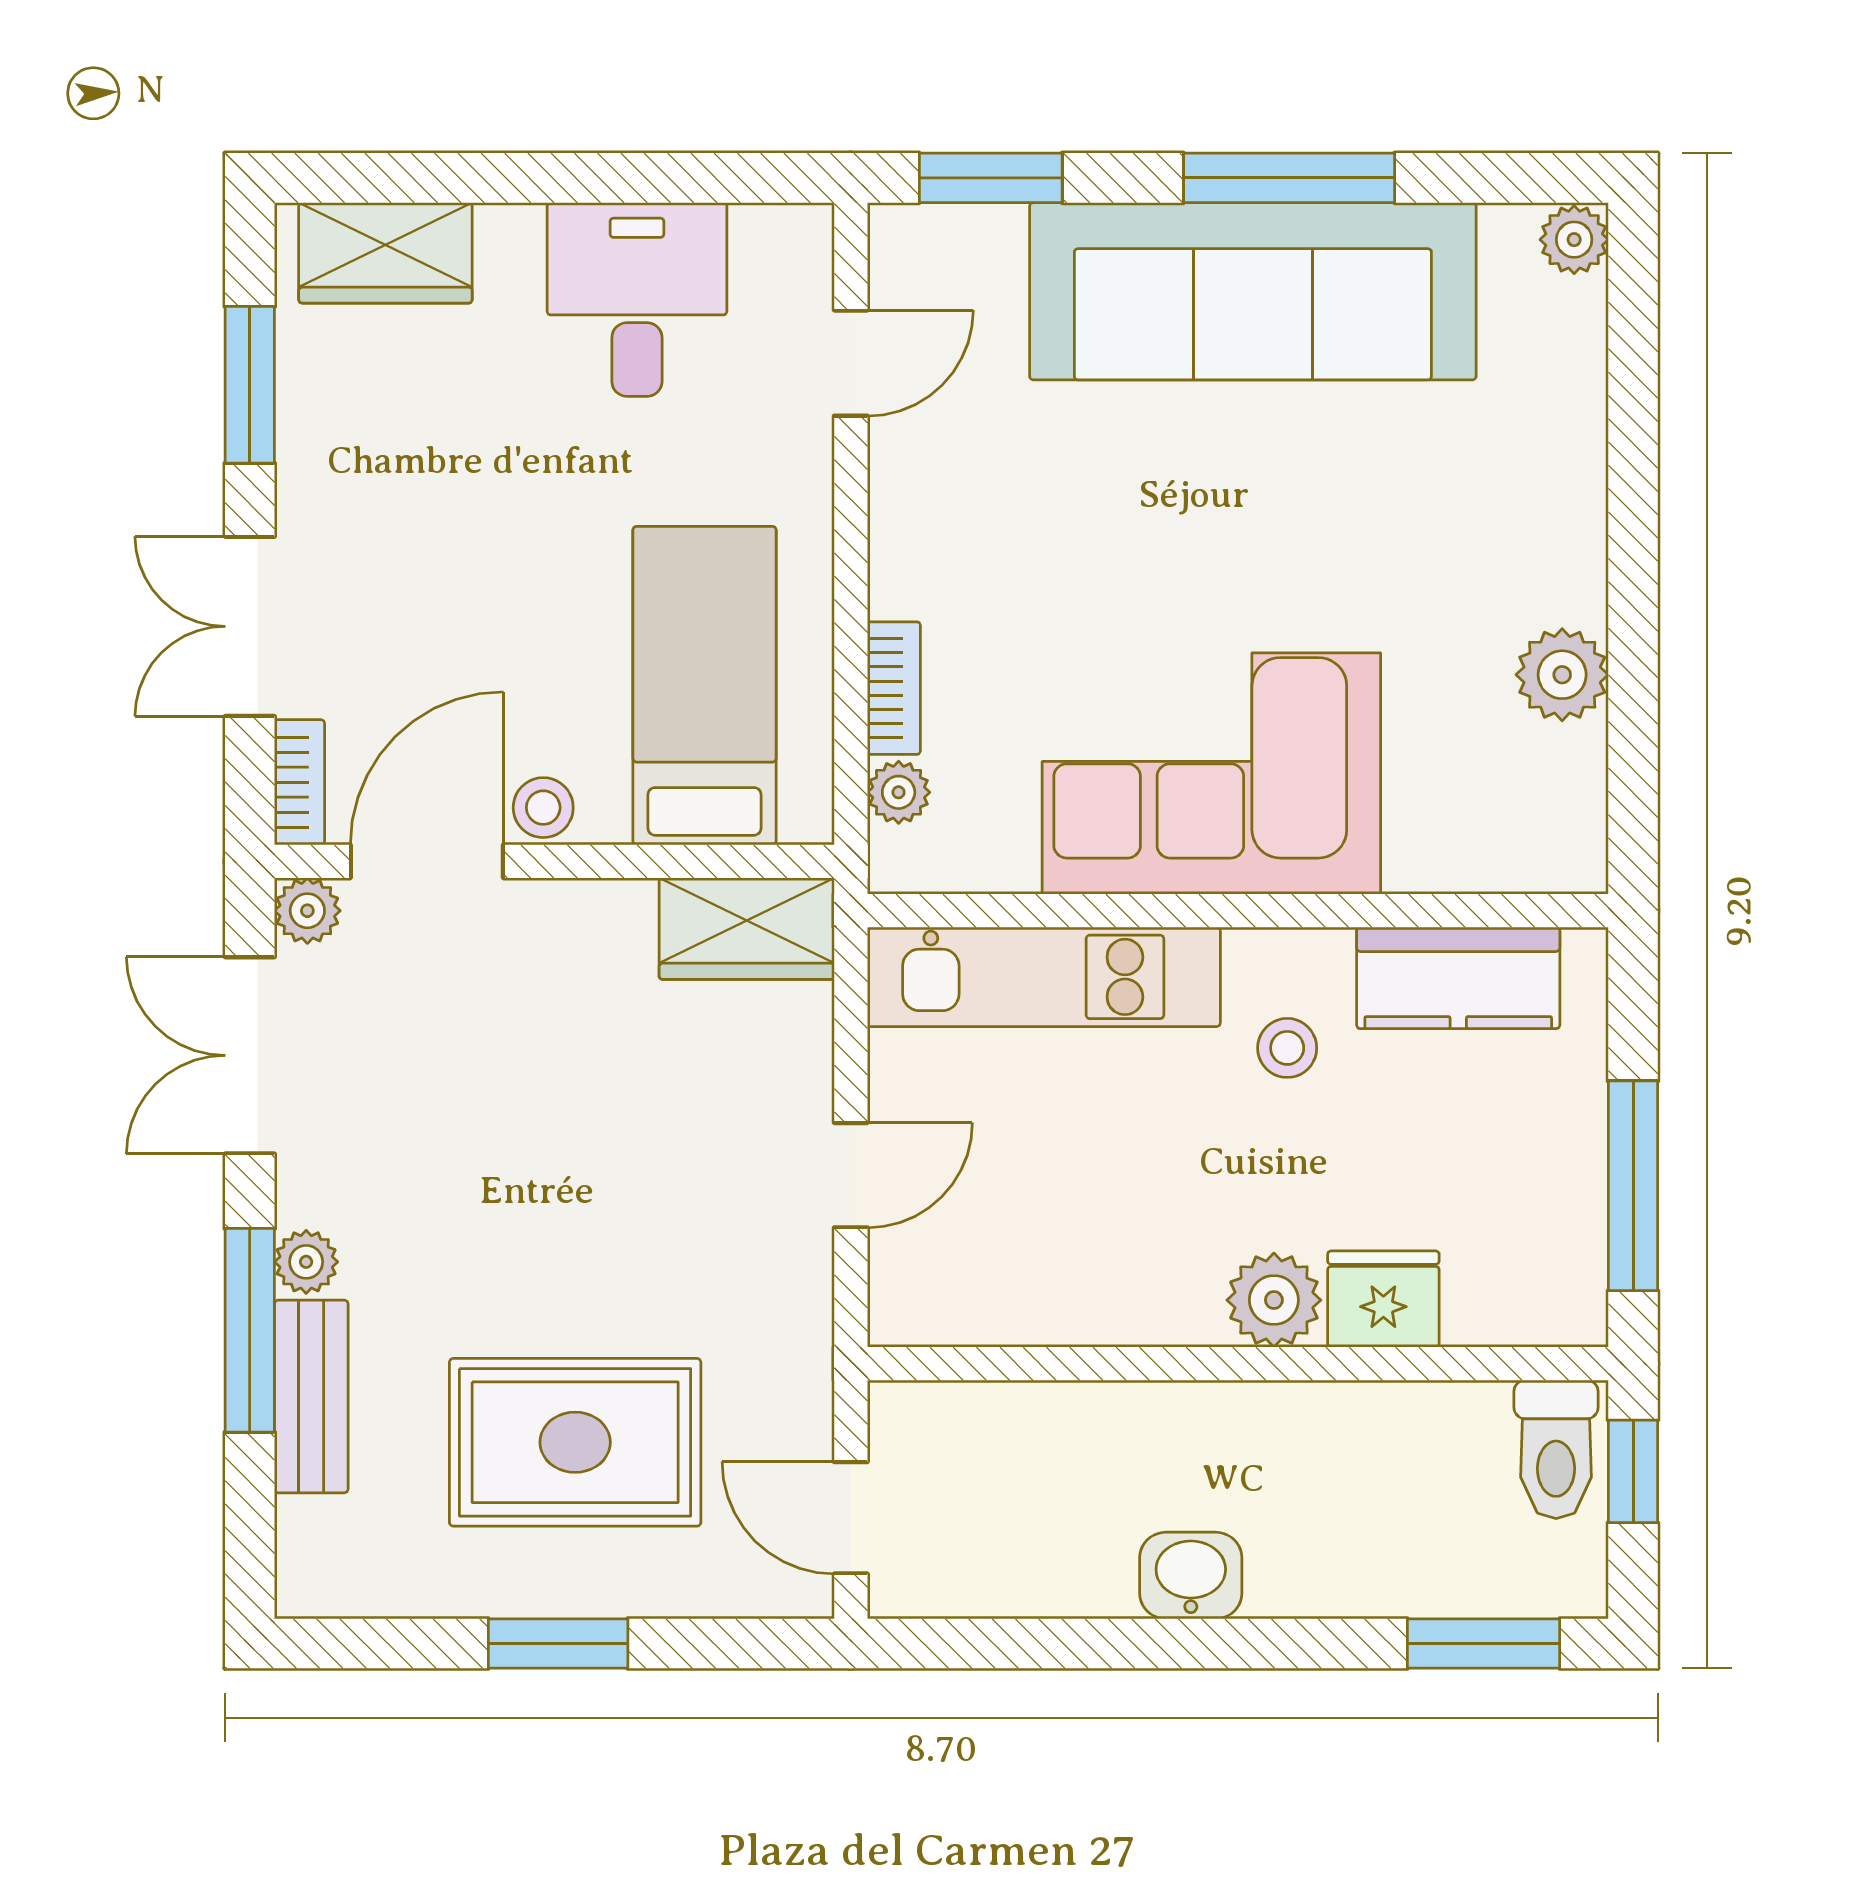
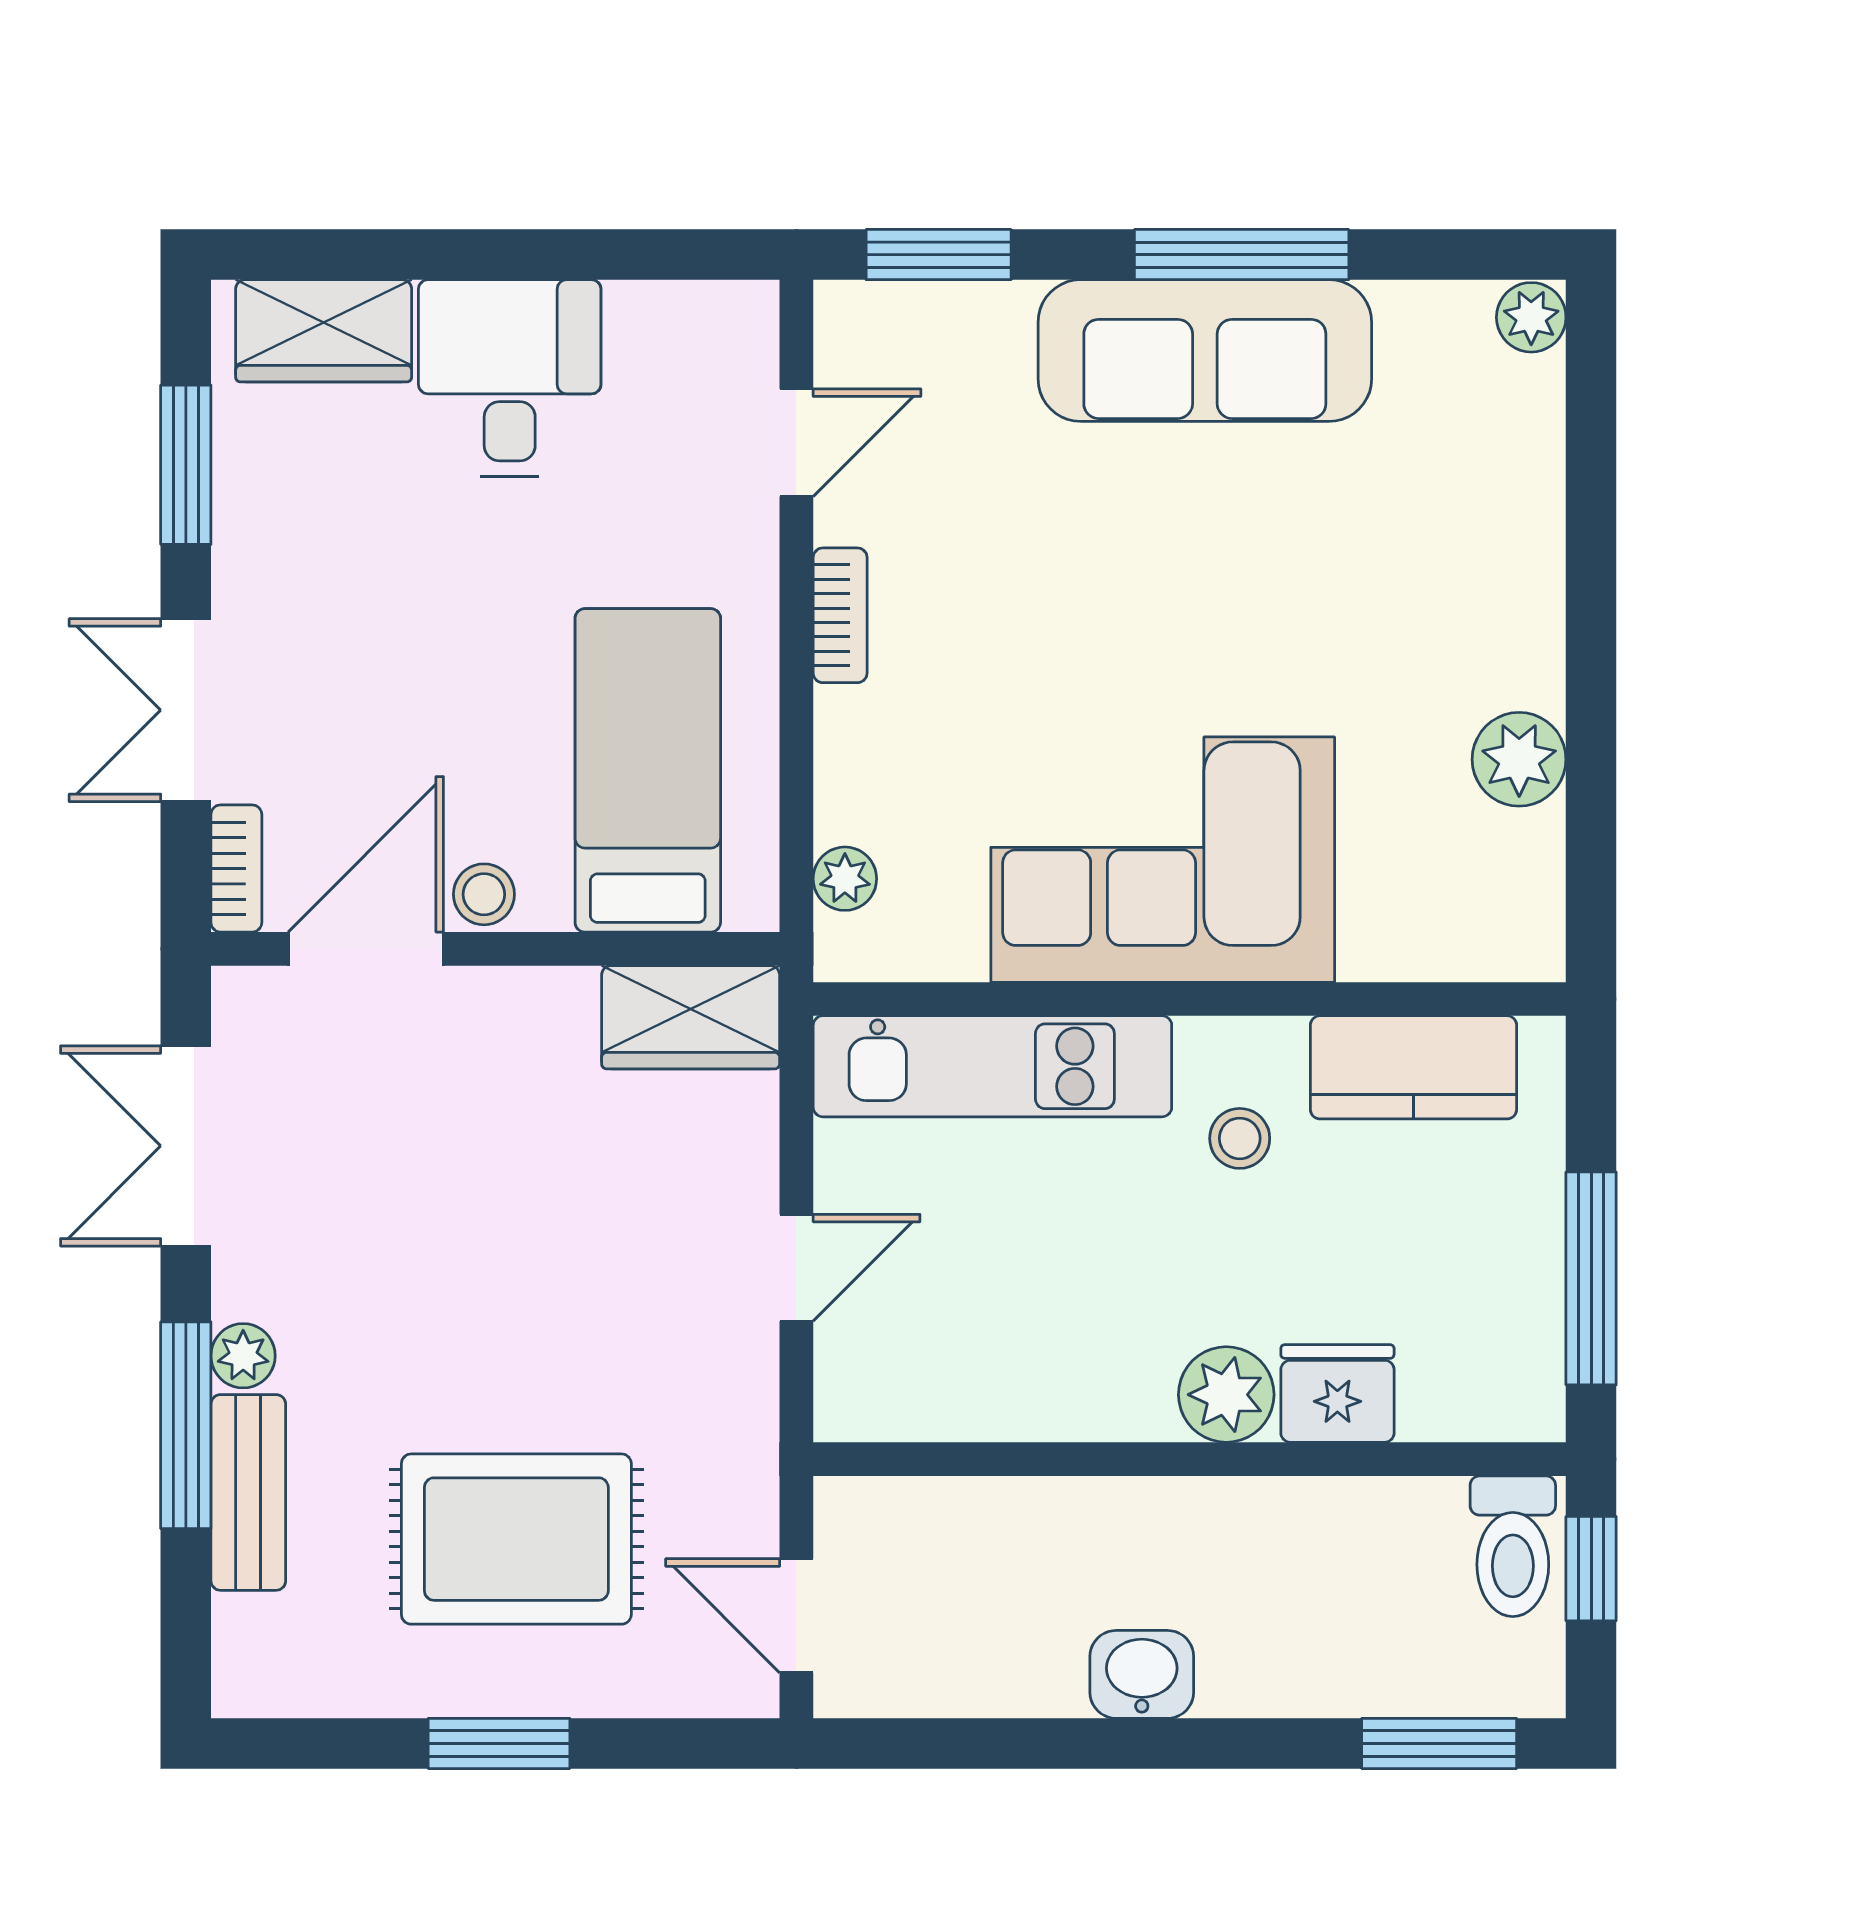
sofa: (1253, 291) -> (1205, 351), width x0.74, depth x0.79
desk: (637, 299) -> (510, 378), moved
bookcase: (894, 688) -> (840, 615), moved
plant: (307, 911) -> (244, 999), removed

